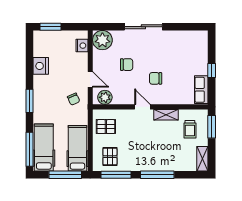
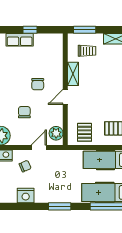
row of seats: (201, 90) -> (20, 40), moved
chair: (74, 99) -> (25, 166), moved

